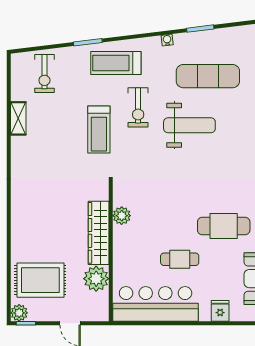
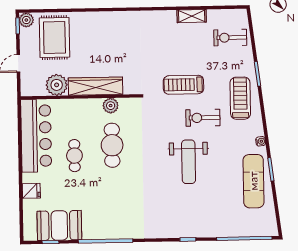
exercise mat: (208, 76) -> (253, 181), moved
cafe table: (224, 226) -> (112, 145), moved

